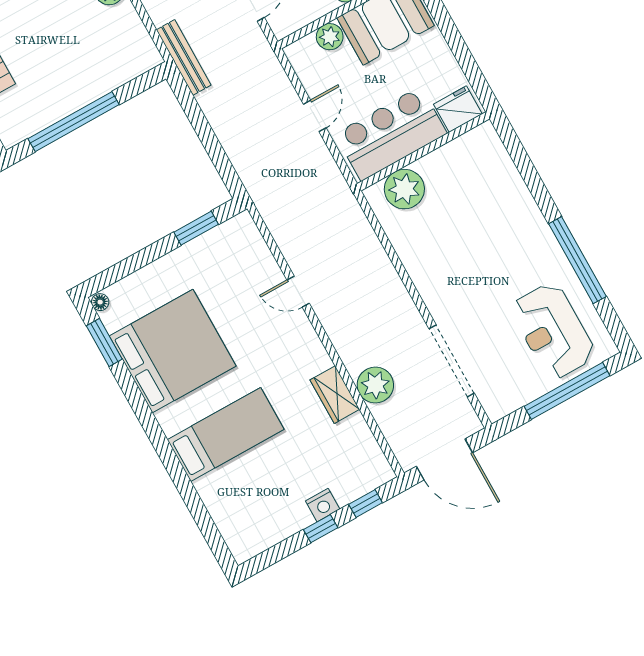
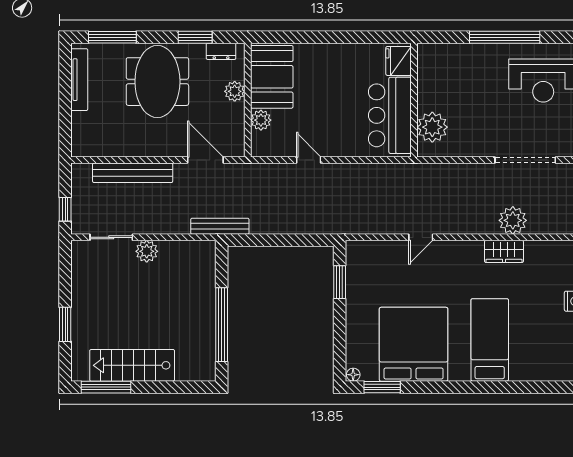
fridge: (458, 109) -> (399, 61), moved
bar counter: (391, 134) -> (390, 115), moved
wall: (423, 151) -> (414, 100), moved
plant: (404, 189) -> (432, 127), moved

